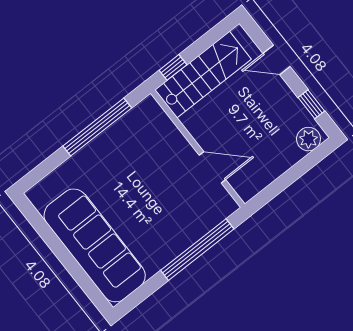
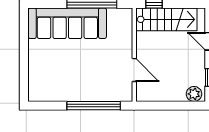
sofa: (95, 245) -> (67, 23), moved, turned 90

